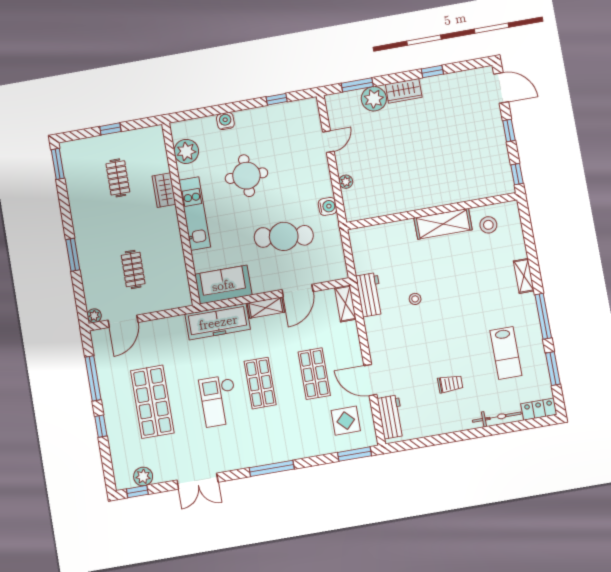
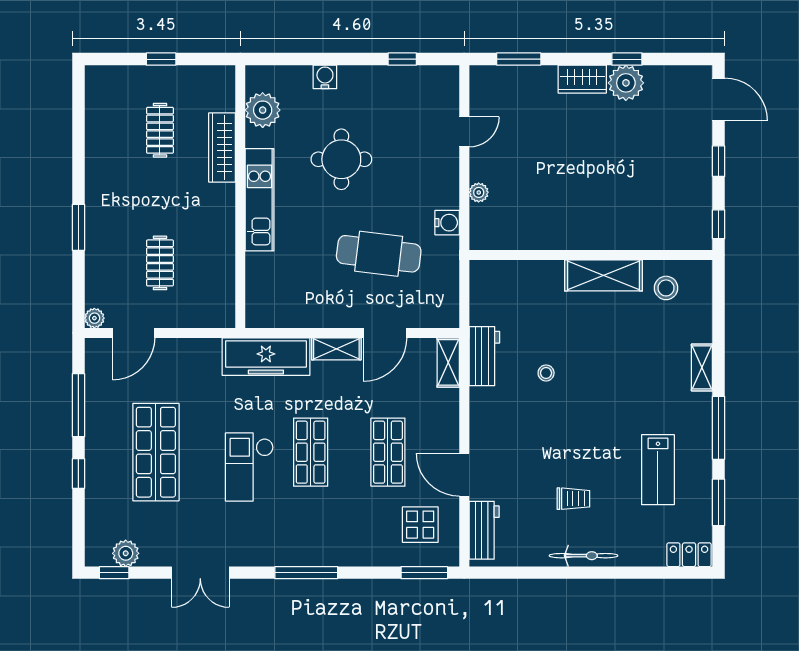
plant: (374, 99) -> (626, 83), moved
window: (58, 164) -> (78, 95), removed
wardrobe: (164, 190) -> (222, 148), width x1.50
sofa: (223, 285) -> (283, 306), removed
bicycle: (497, 417) -> (584, 556), moved

